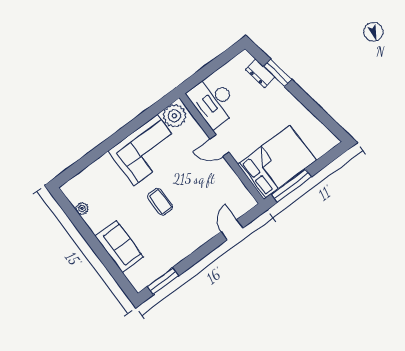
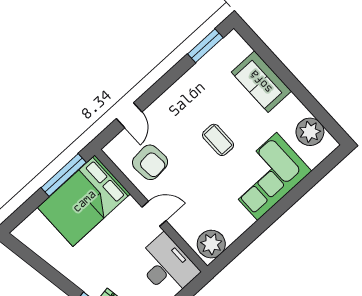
corner sofa: (146, 150) -> (267, 176), moved
armchair: (219, 189) -> (150, 162), added
plant: (82, 208) -> (310, 132), width x1.87, depth x1.87

